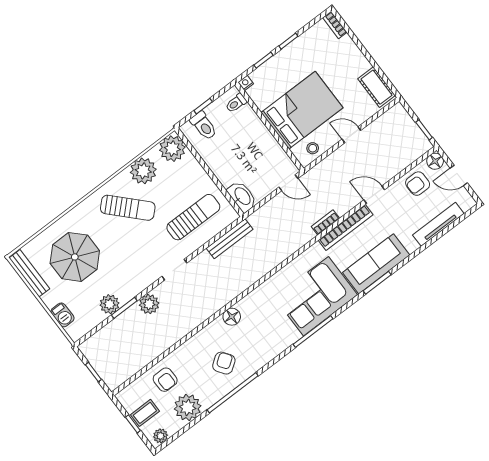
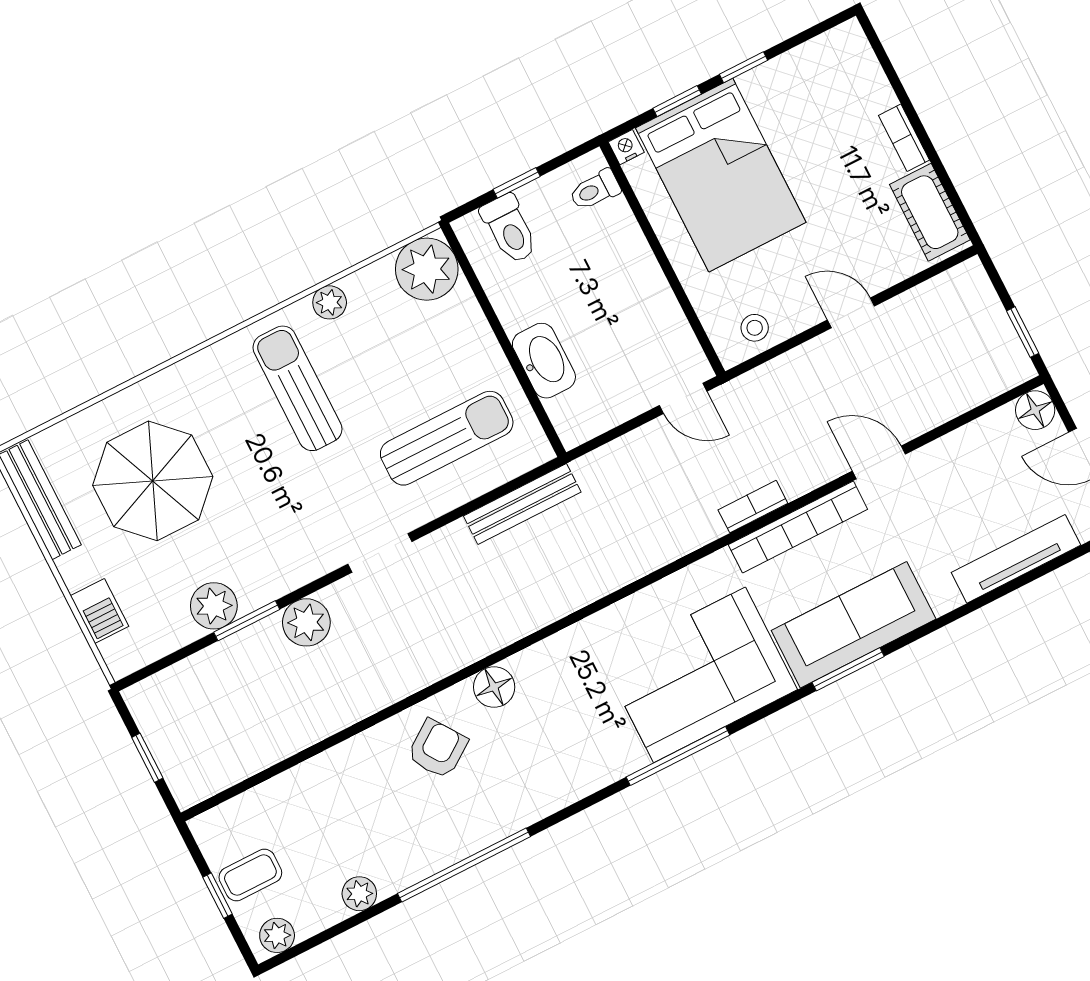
bookcase: (335, 25) -> (904, 138), moved
bed: (302, 110) -> (721, 175), moved, turned 90
plant: (143, 171) -> (330, 302), width x0.53, depth x0.53
armchair: (418, 184) -> (985, 455), removed
washbasin: (242, 196) -> (544, 361), moved
sun lounger: (128, 208) -> (297, 388), turned -136
armchair: (224, 363) -> (438, 749), moved
armchair: (165, 380) -> (312, 806), removed
plant: (188, 407) -> (359, 894), width x0.53, depth x0.53

